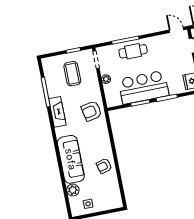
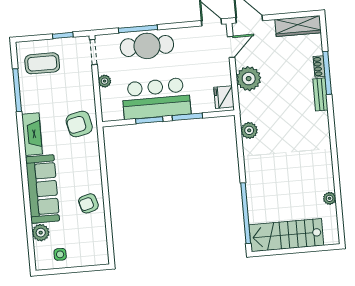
cafe table: (133, 51) -> (147, 46), width x1.37, depth x1.35
coffee table: (72, 74) -> (42, 63), moved, turned 90
fireplace: (57, 112) -> (32, 134), moved

